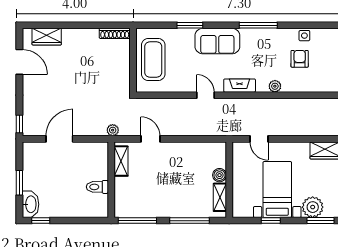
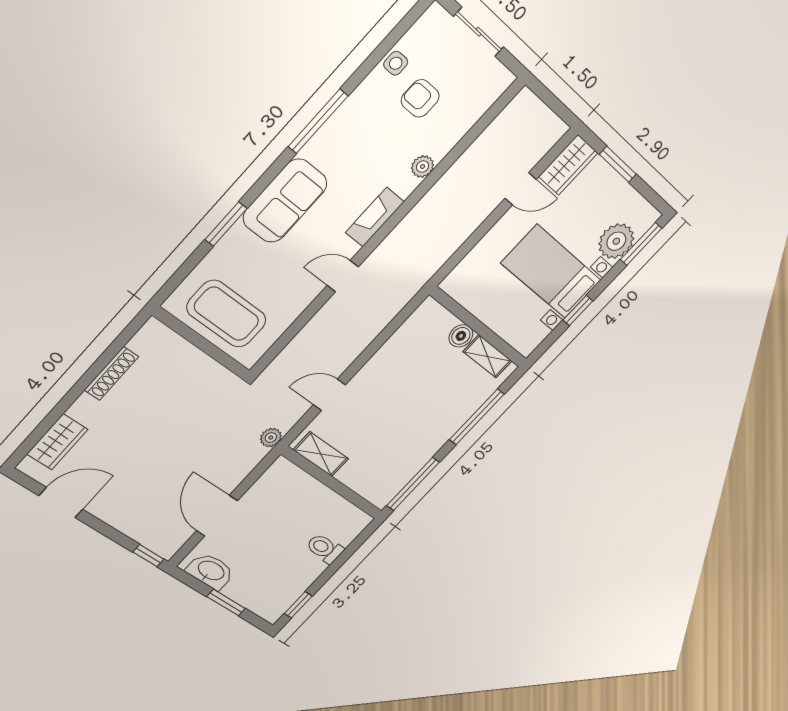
shoe rack: (115, 33) -> (111, 373), moved
door: (259, 139) -> (521, 189), moved
toilet: (97, 187) -> (325, 548), moved, turned 90
washbasin: (30, 204) -> (211, 571), moved

